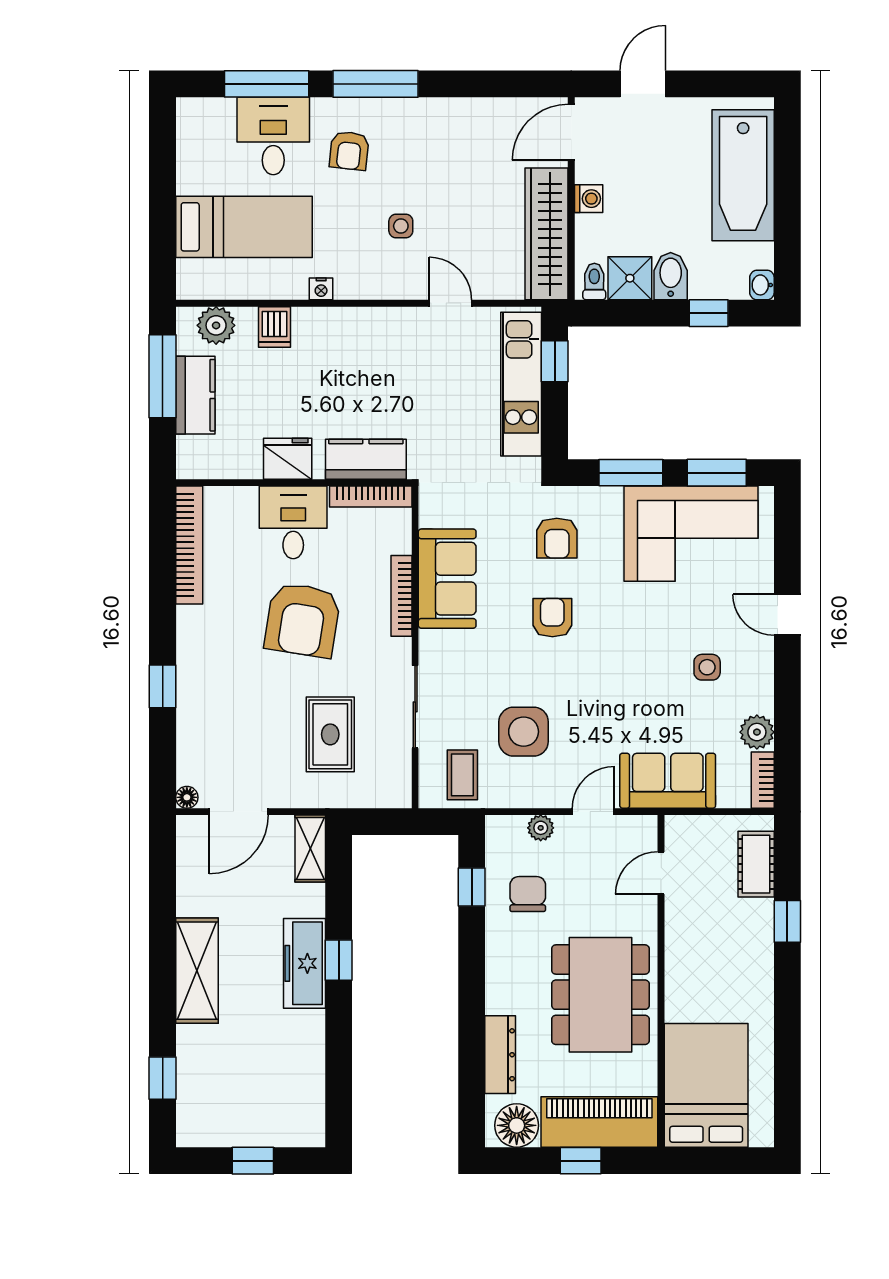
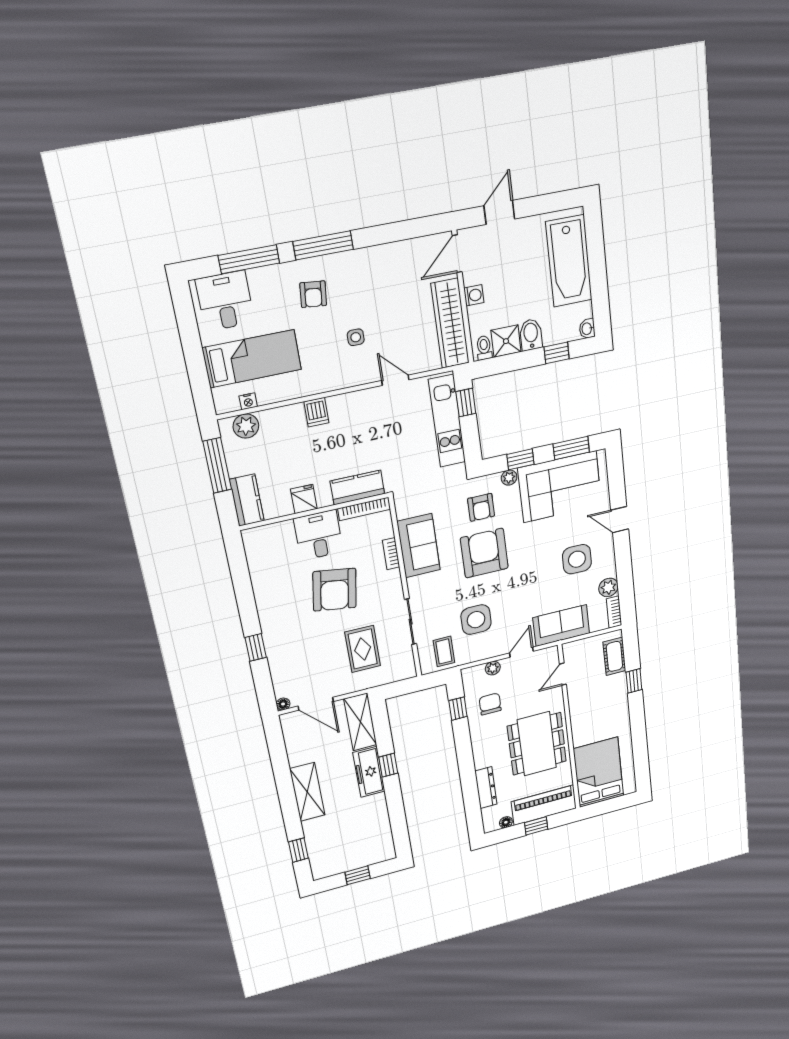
desk: (273, 136) -> (225, 301), moved
nightstand: (321, 289) -> (248, 401), moved
dishwasher: (274, 327) -> (316, 412), moved
kitchen counter: (195, 395) -> (247, 500), moved
fridge: (288, 459) -> (304, 499), width x0.72
window: (631, 473) -> (520, 459), width x0.67
plant: (609, 499) -> (509, 478), added
bookcase: (189, 545) -> (256, 563), removed
bookcase: (401, 596) -> (391, 554), width x0.64
armchair: (552, 618) -> (484, 553), width x1.88, depth x1.88
side table: (707, 667) -> (577, 559), width x1.87, depth x1.87
door: (239, 812) -> (316, 704), hinge flipped
shelving: (310, 849) -> (360, 722), width x1.50, depth x1.33
floor lamp: (517, 1125) -> (506, 822), width x0.53, depth x0.53

